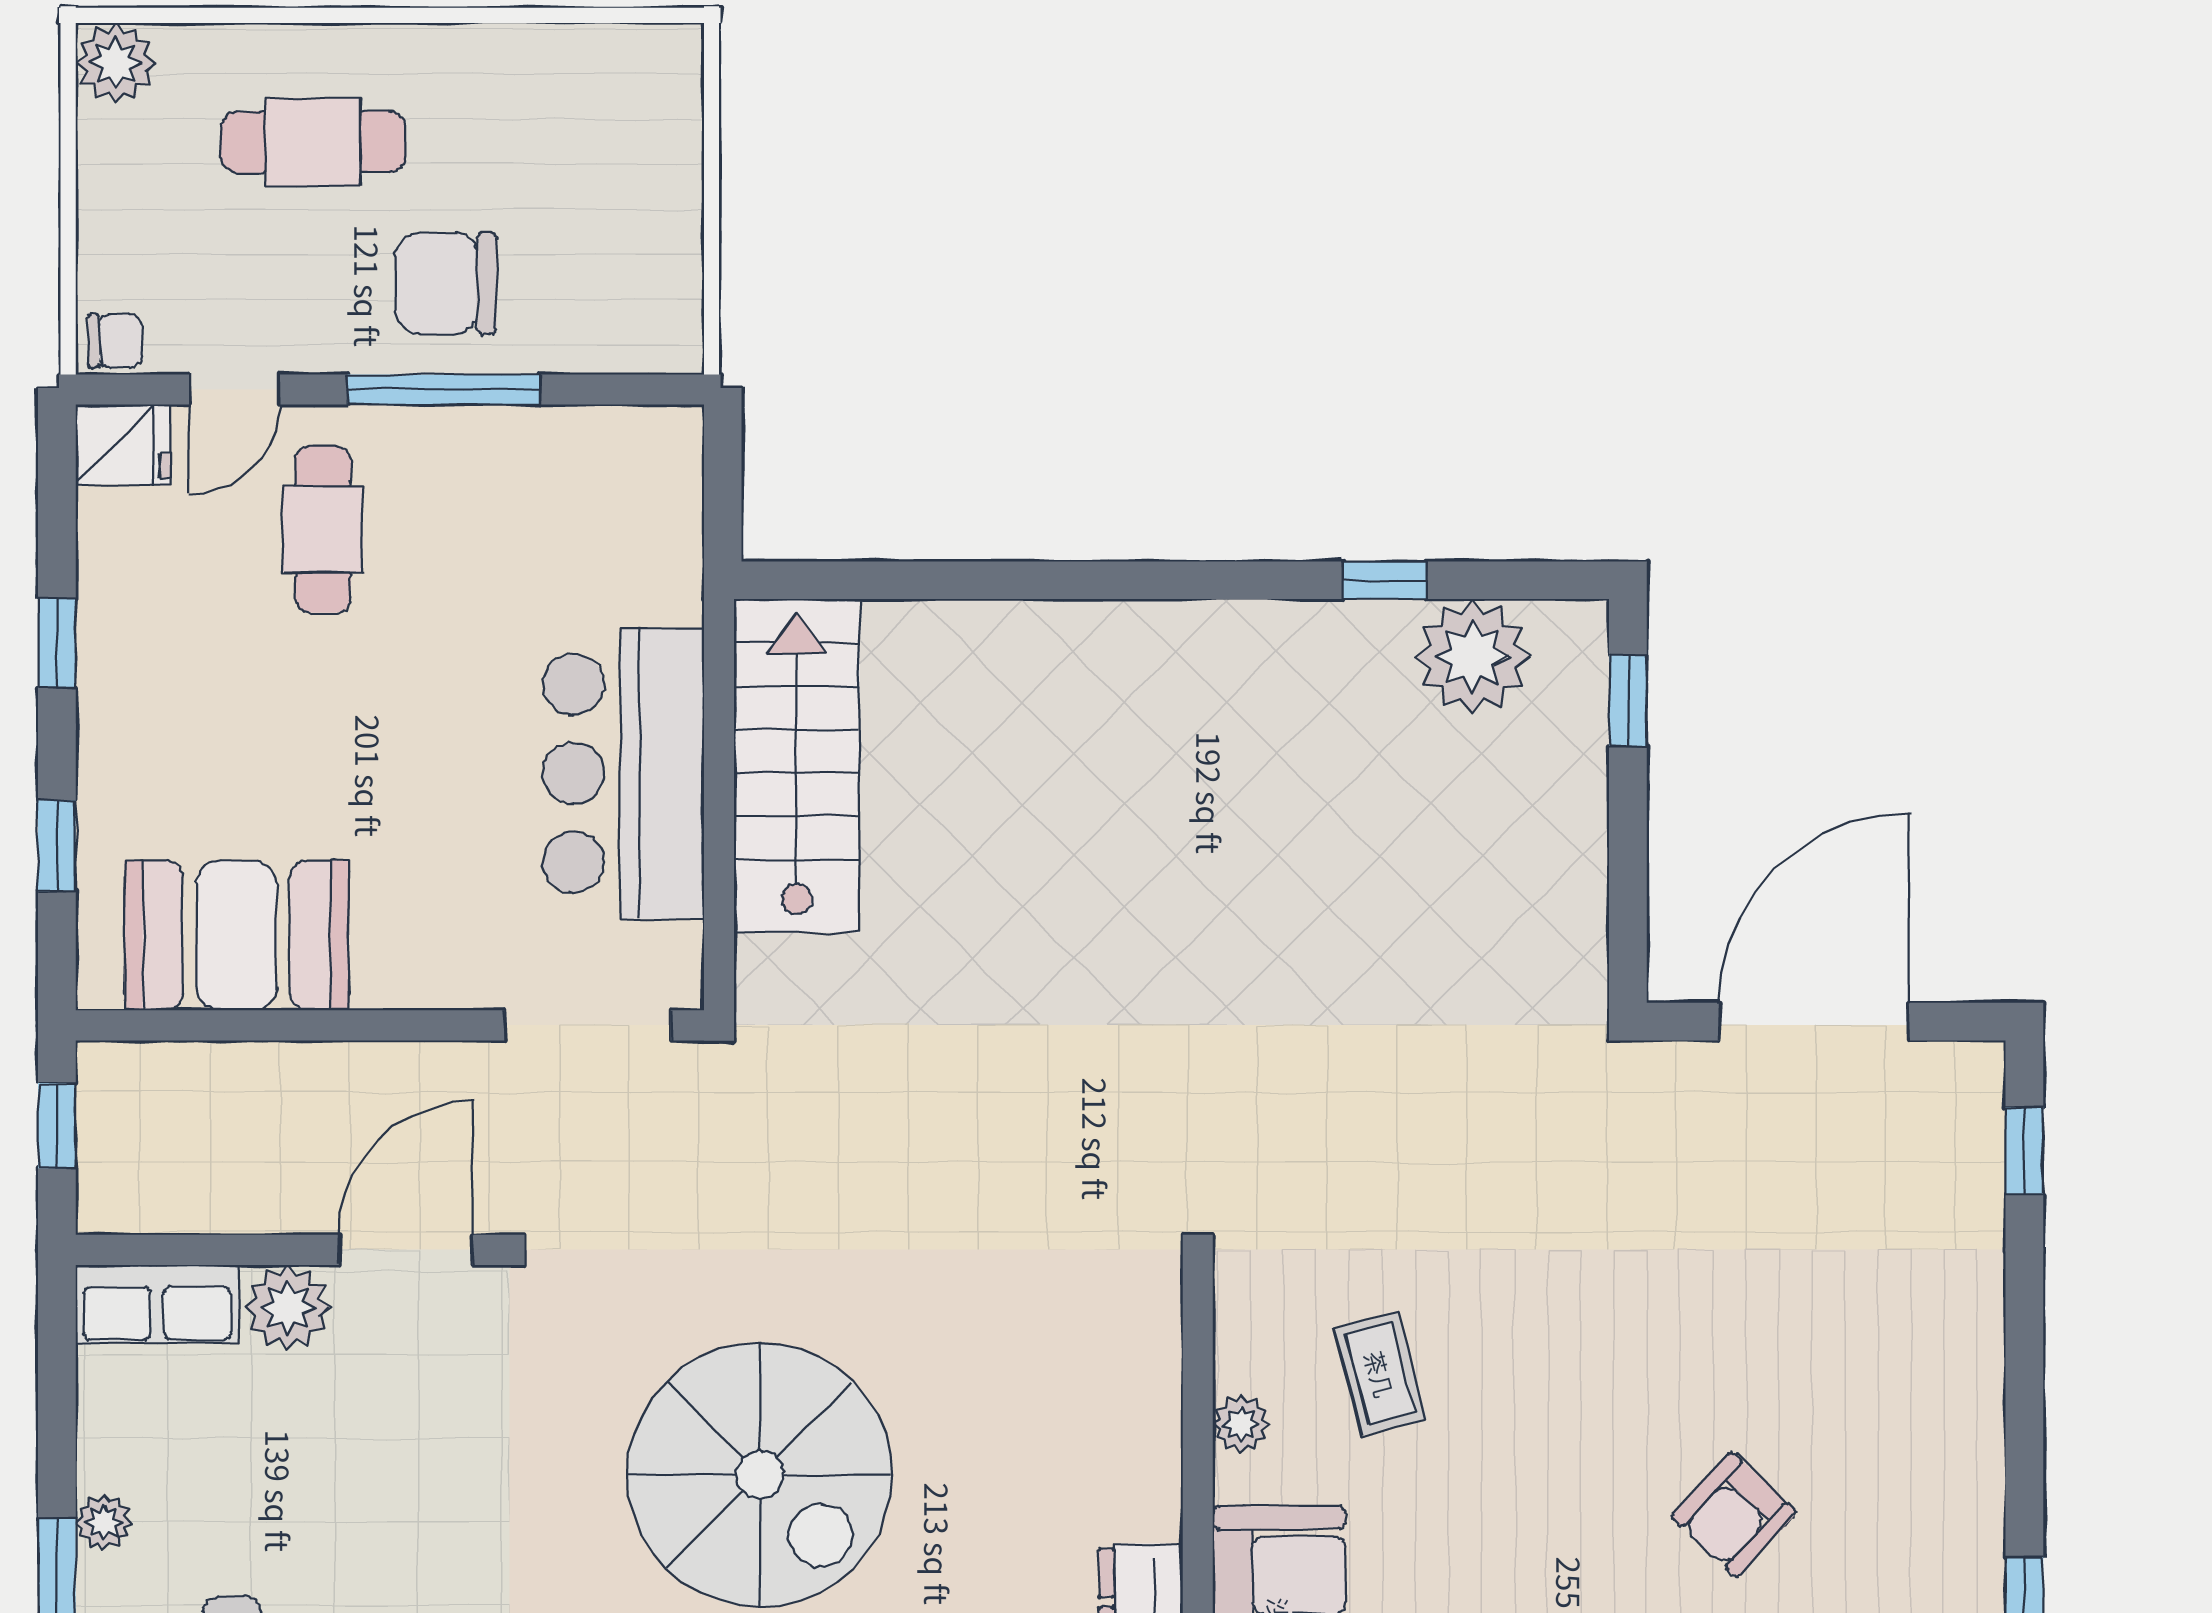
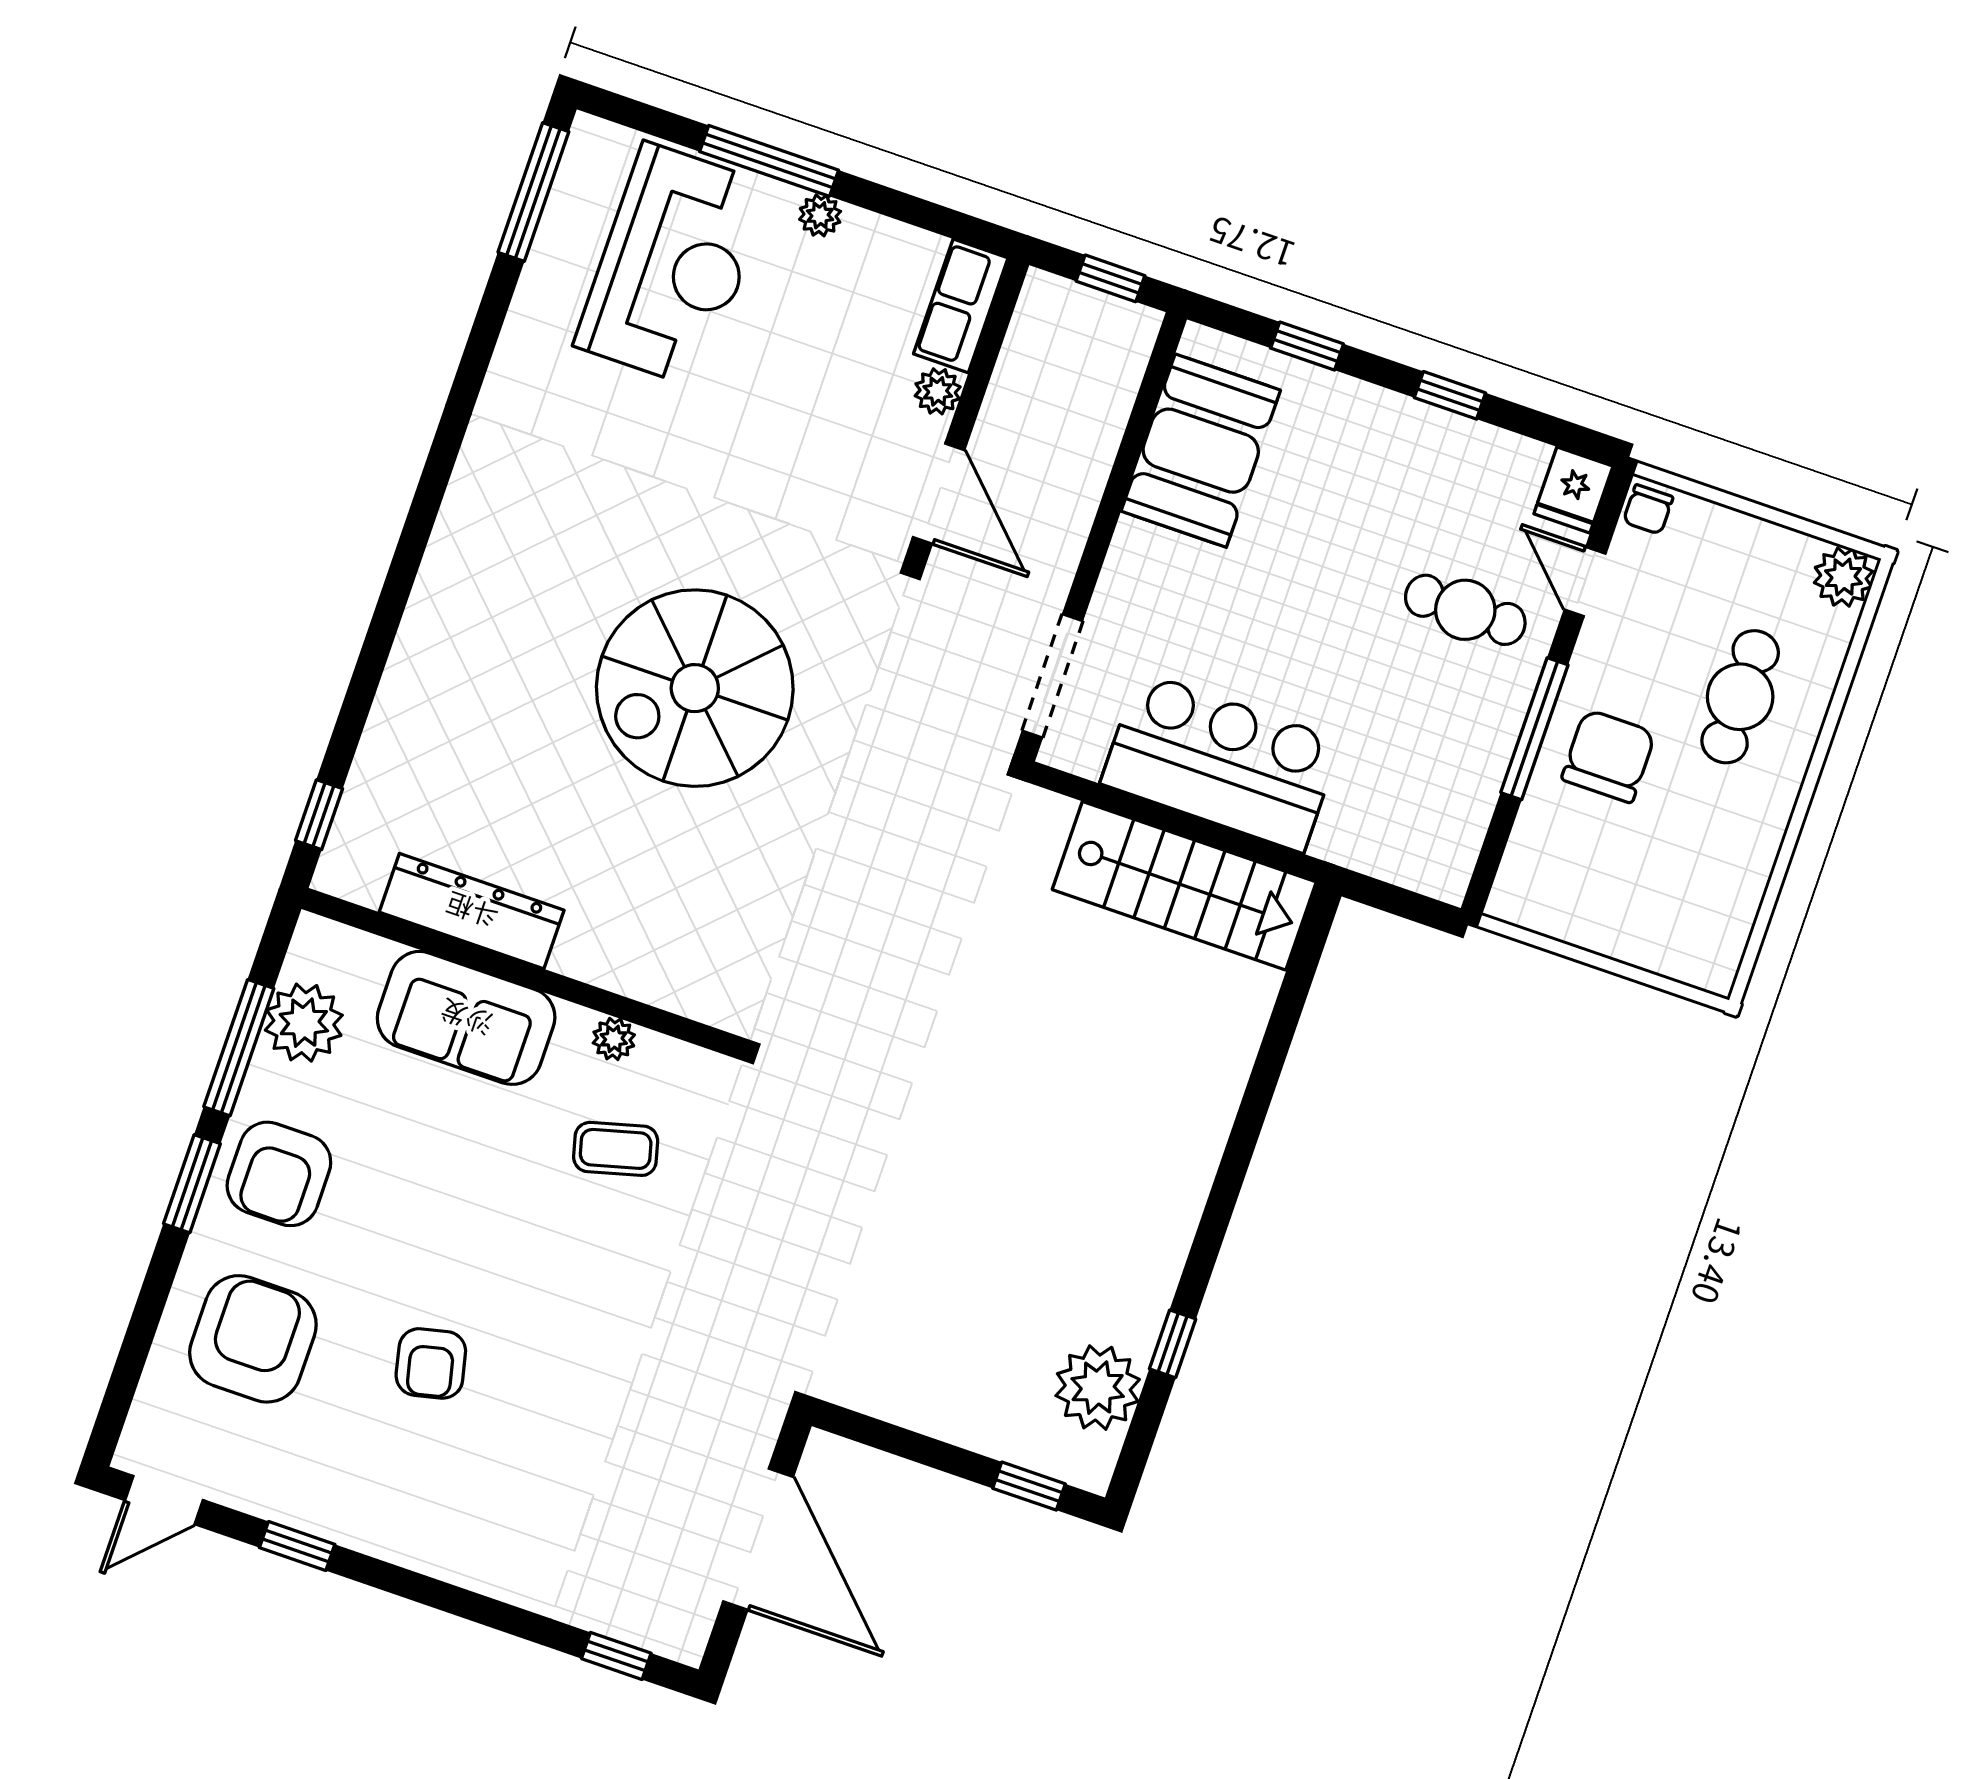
plant: (288, 1307) -> (938, 391), width x0.73, depth x0.73
armchair: (1734, 1515) -> (431, 1363), turned -146

